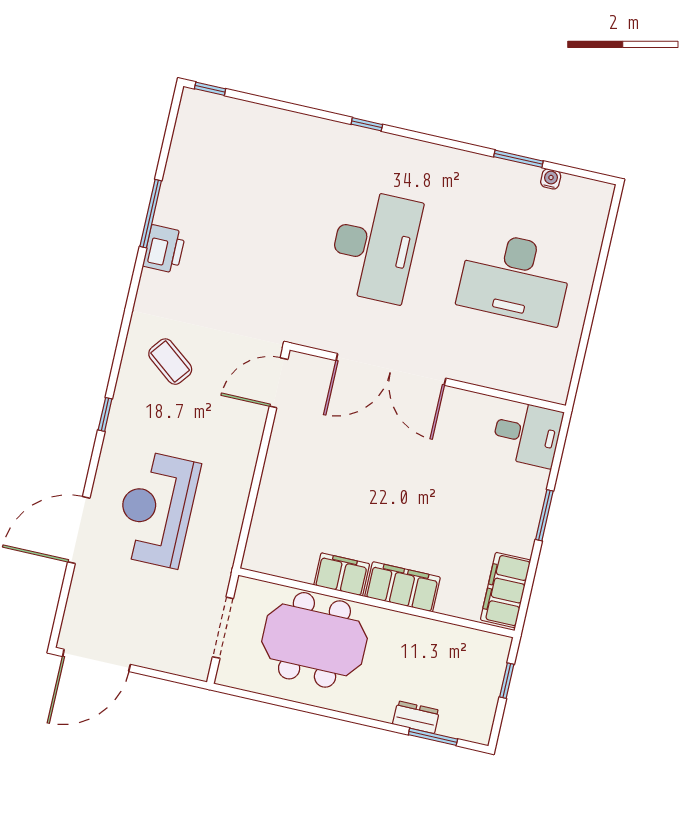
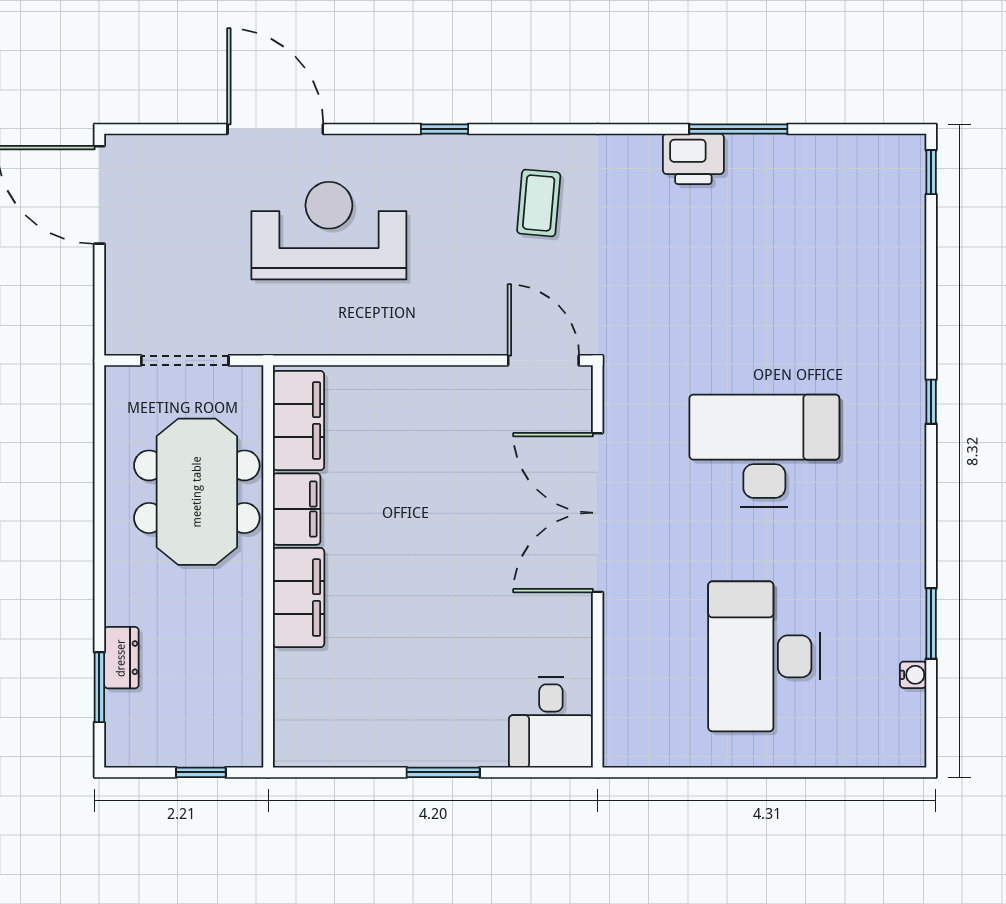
desk: (374, 246) -> (764, 451), turned 180
coffee table: (170, 362) -> (539, 203), turned -33
filing cabinet: (506, 590) -> (298, 421), moved, turned 90

